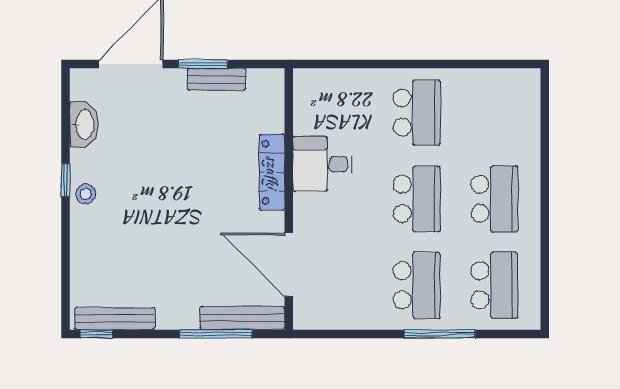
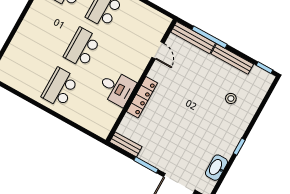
bench: (216, 79) -> (126, 144), moved
stool: (86, 194) -> (231, 98), moved
school desk: (494, 199) -> (46, 28), removed
door: (289, 265) -> (158, 50), width x0.53
bench: (115, 319) -> (232, 59), moved

